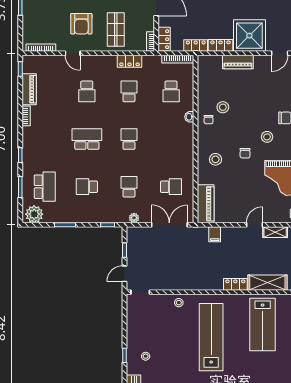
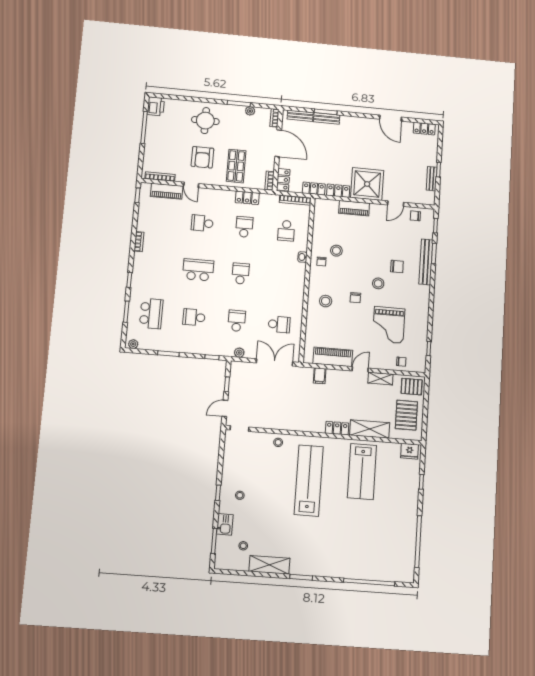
piano: (29, 89) -> (167, 191), moved, turned 90
school desk: (87, 91) -> (202, 223), turned 90
piano: (206, 204) -> (333, 357), moved, turned -90
plant: (34, 214) -> (133, 344), width x0.53, depth x0.53

